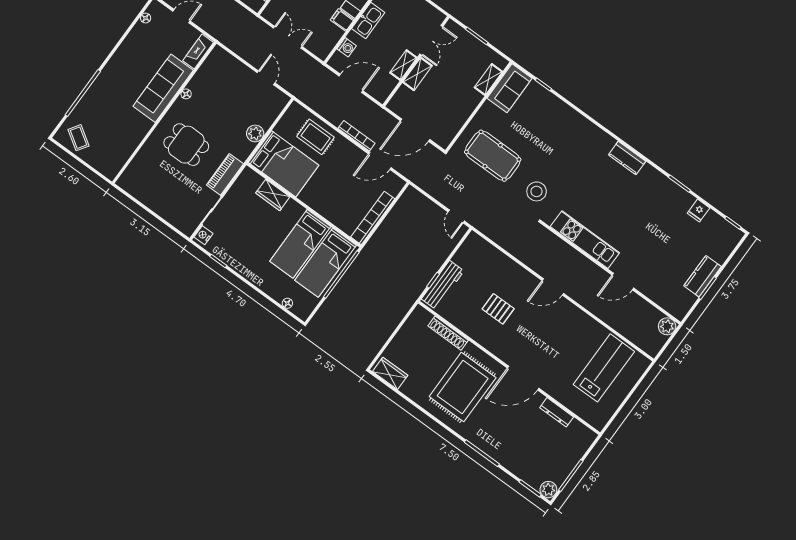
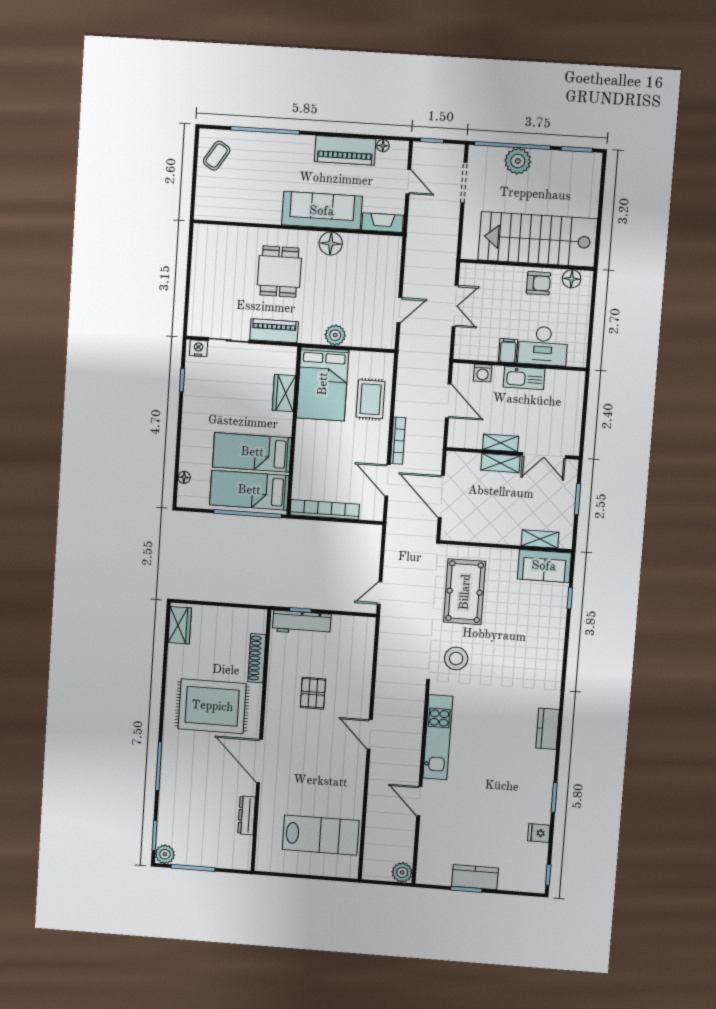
piano: (132, 46) -> (345, 150), added
floor lamp: (186, 94) -> (331, 243), width x1.89, depth x1.89

